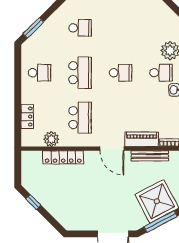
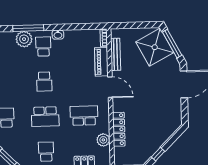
school desk: (80, 73) -> (45, 117), turned 180
school desk: (121, 73) -> (44, 82), turned 180
door: (112, 149) -> (110, 87), hinge flipped

